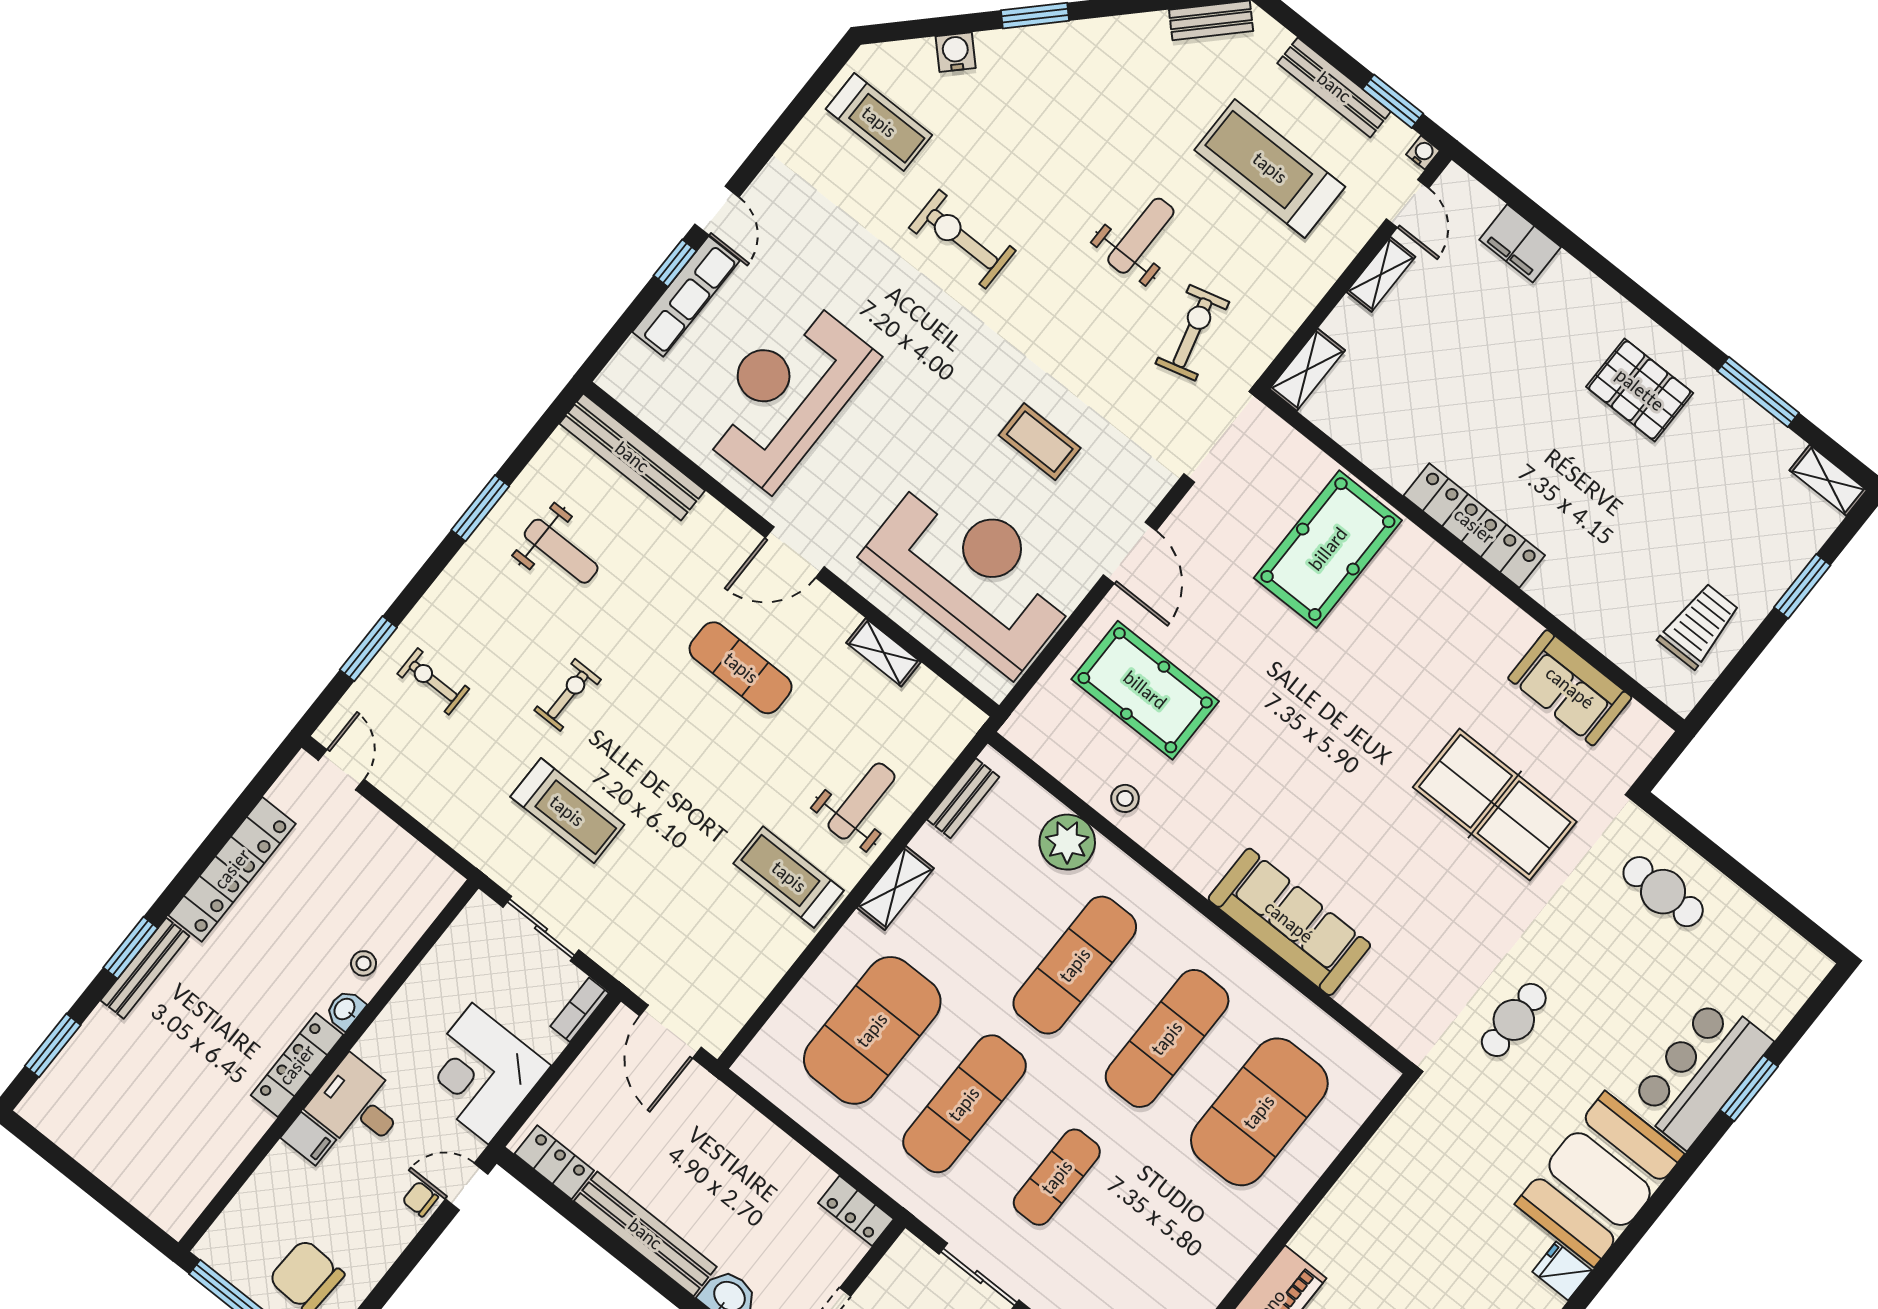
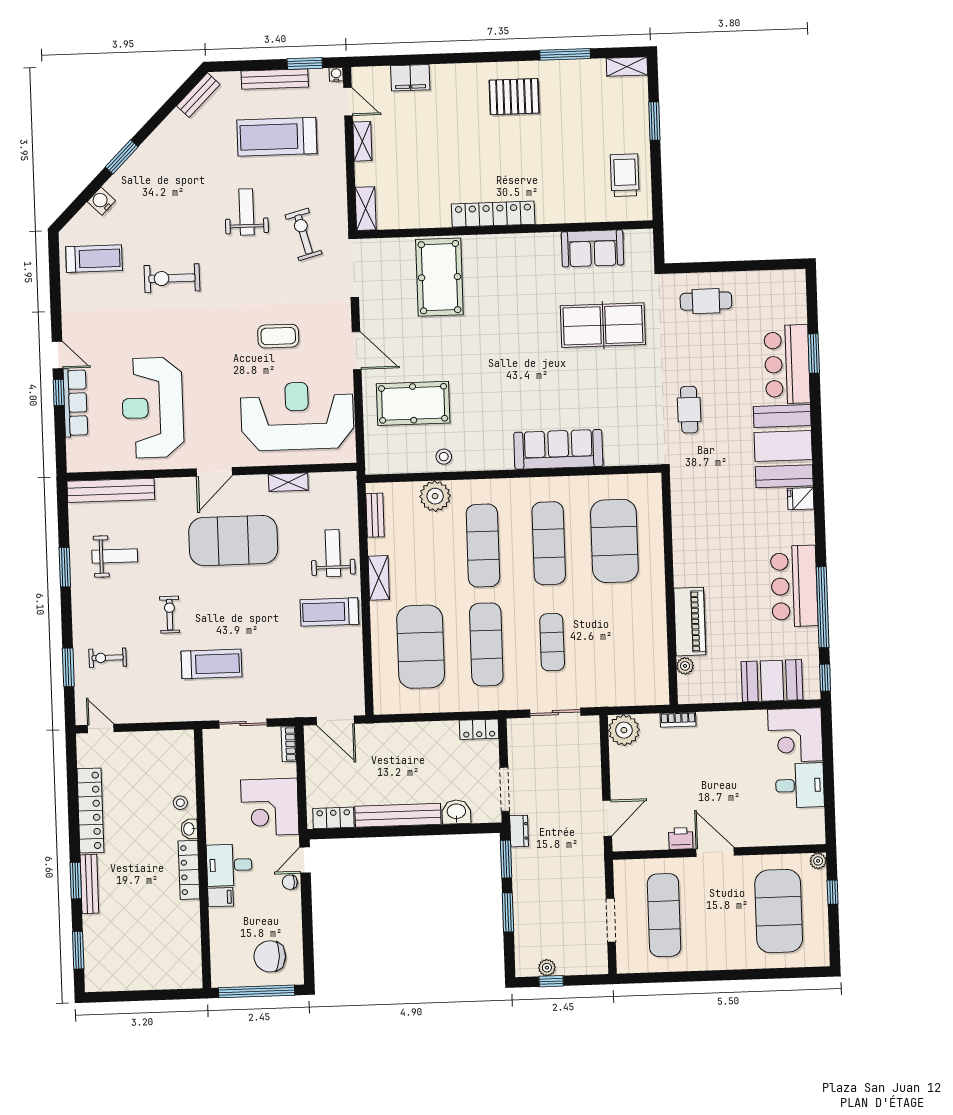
exercise mat: (741, 668) -> (233, 541), width x2.00, depth x1.45

